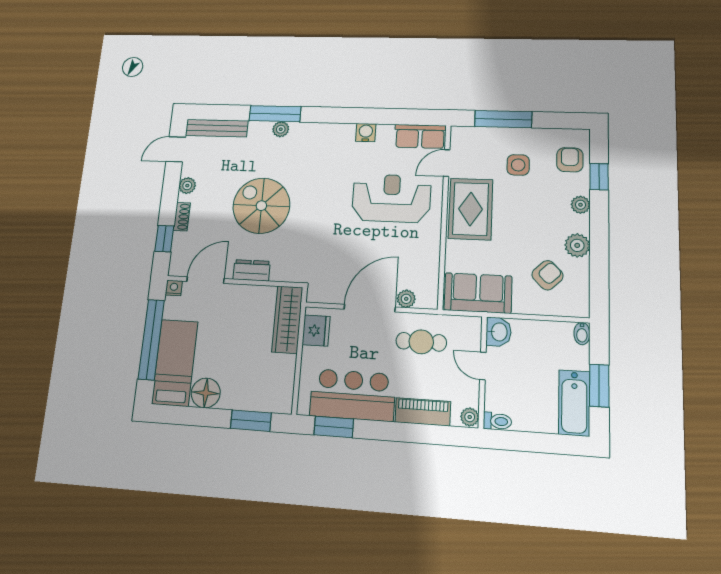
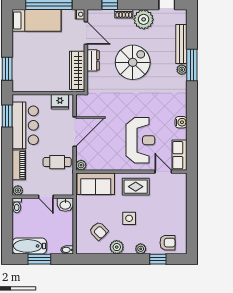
window: (503, 119) -> (192, 204), removed
bench: (217, 128) -> (181, 44), moved
side table: (518, 165) -> (129, 218), moved
plant: (187, 186) -> (144, 19), width x1.88, depth x1.88
rug: (471, 209) -> (136, 187), width x0.73, depth x0.70
sofa: (478, 293) -> (96, 184), moved, turned 90
plant: (406, 299) -> (81, 165), moved
door: (370, 308) -> (75, 132), hinge flipped
wardrobe: (287, 319) -> (77, 70), moved, turned -90
cafe table: (421, 342) -> (57, 162), turned 90
door: (483, 366) -> (46, 197), swing flipped
floor lamp: (206, 393) -> (21, 41), removed

